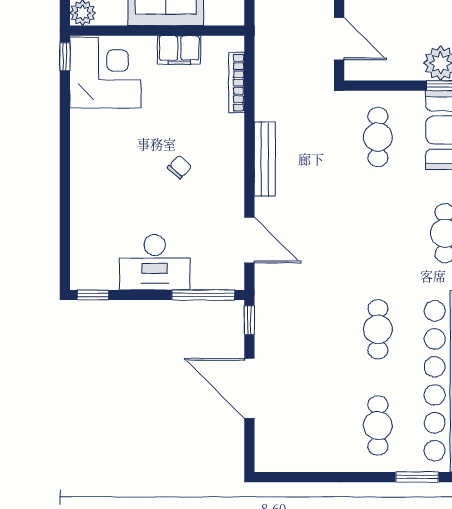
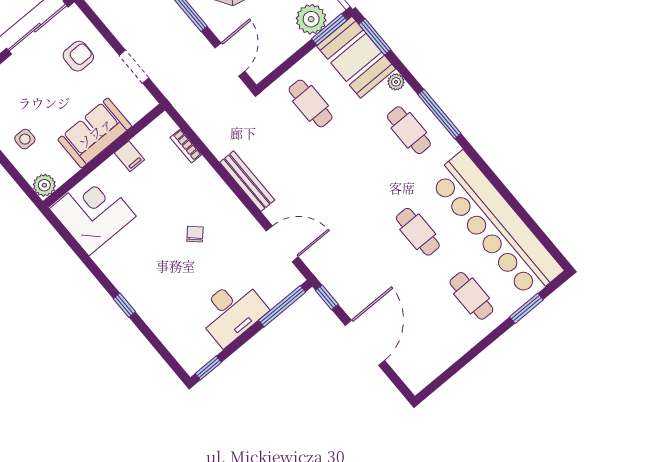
door: (339, 39) -> (230, 60), hinge flipped
filing cabinet: (179, 50) -> (129, 156), width x0.50
window: (65, 57) -> (124, 305), moved
bookcase: (237, 83) -> (186, 146), width x0.64
door: (249, 388) -> (365, 343), swing flipped

